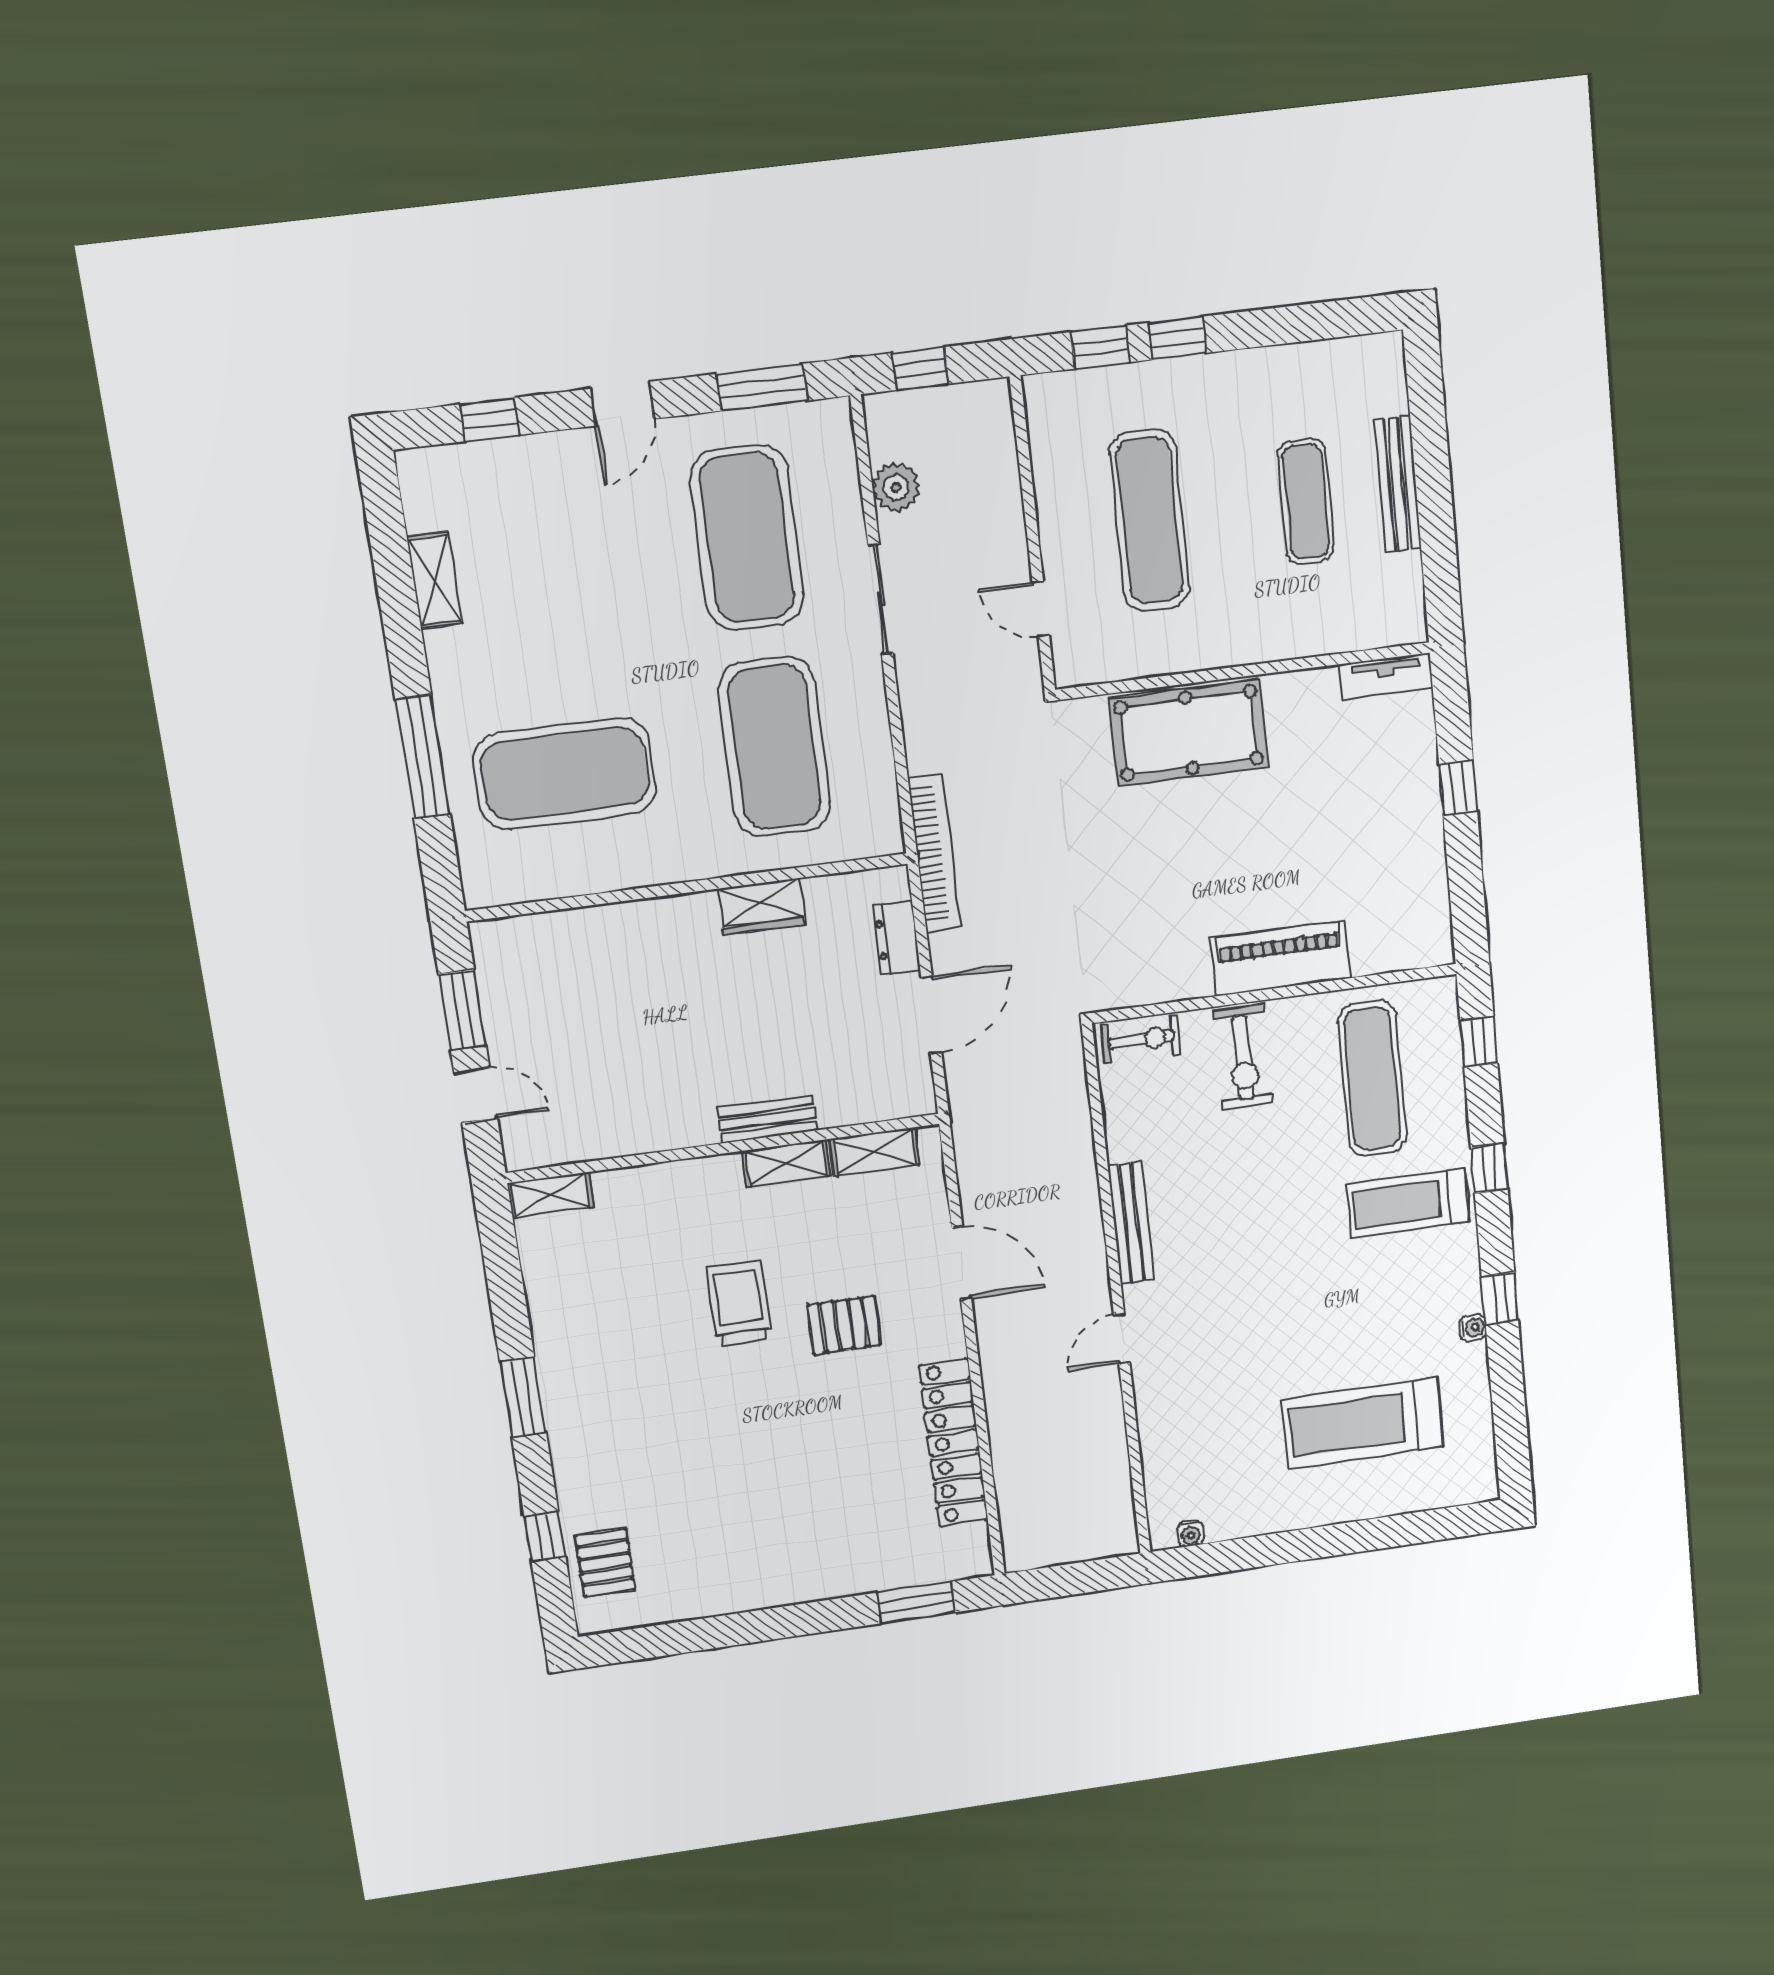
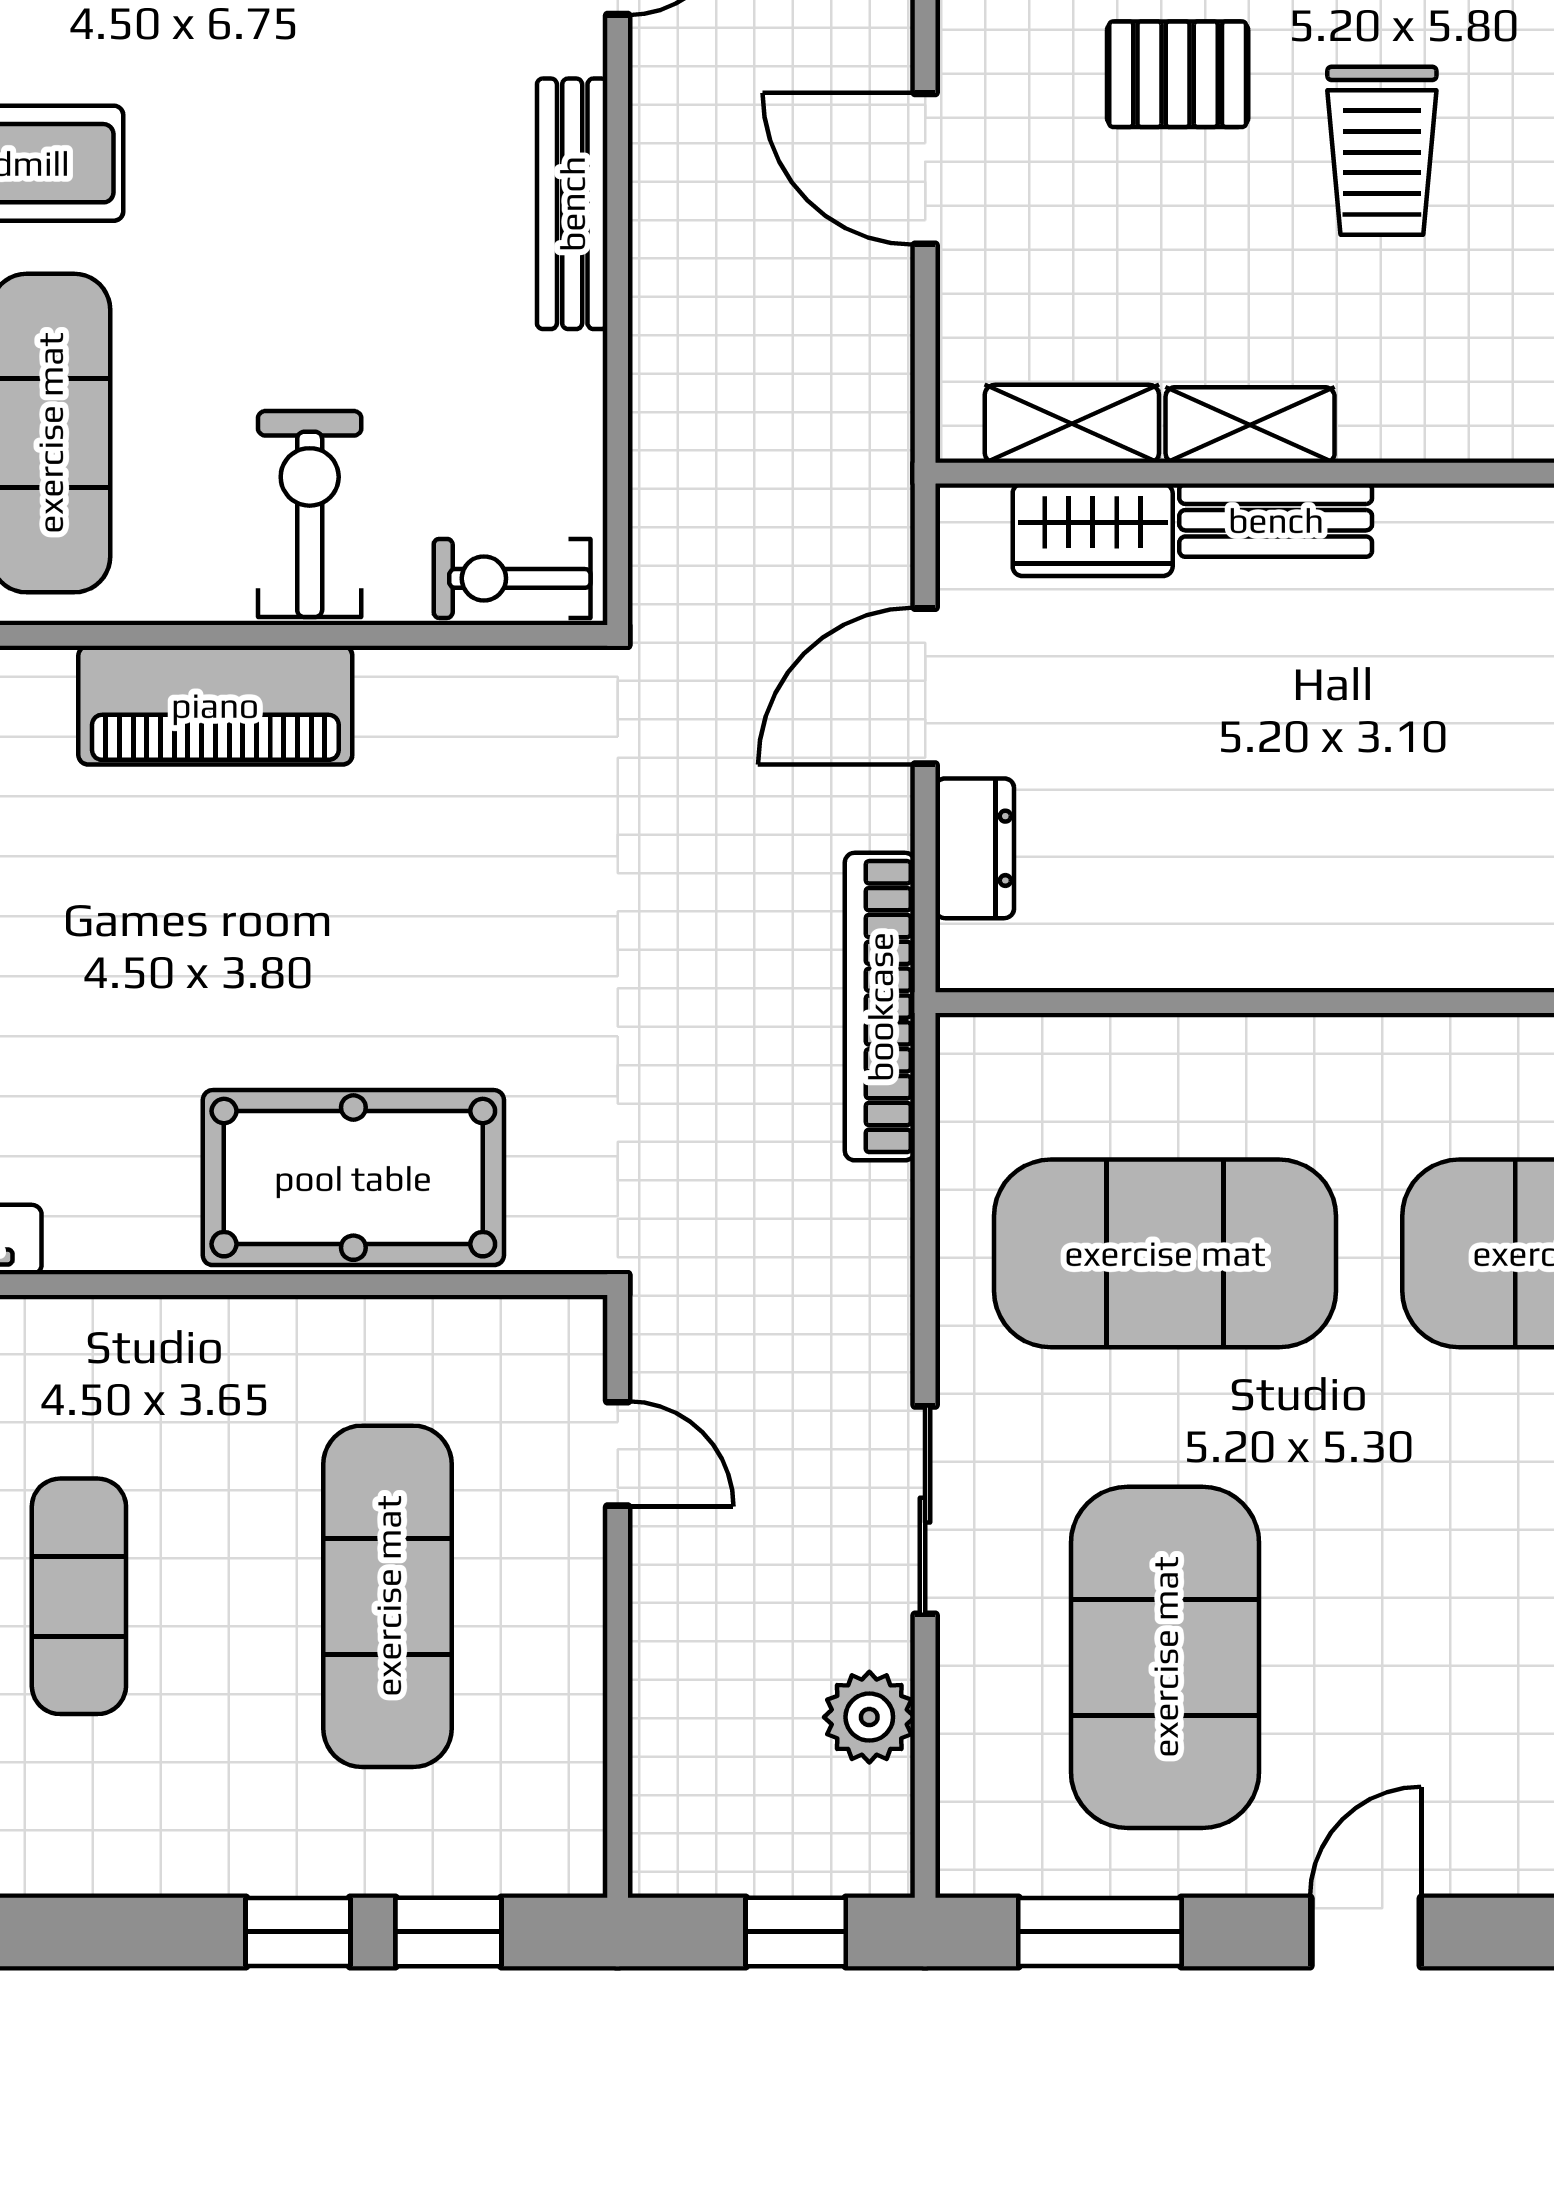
exercise mat: (774, 747) -> (1165, 1253), turned 90
wardrobe: (762, 907) -> (1093, 530), moved, turned 180

